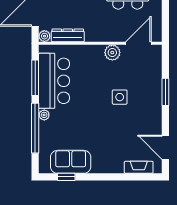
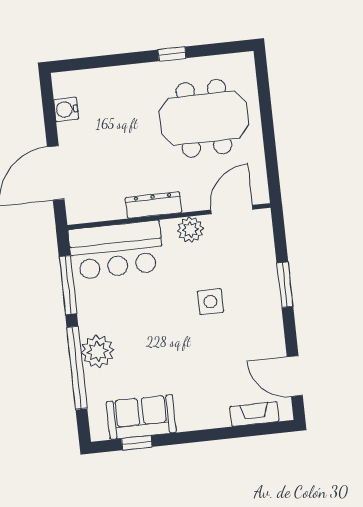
dresser: (68, 35) -> (153, 205), moved
plant: (44, 36) -> (76, 215), removed
bar counter: (54, 81) -> (116, 250), moved, turned 90
plant: (44, 115) -> (98, 351), width x1.88, depth x1.88

